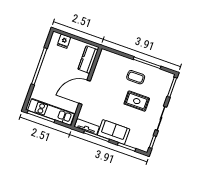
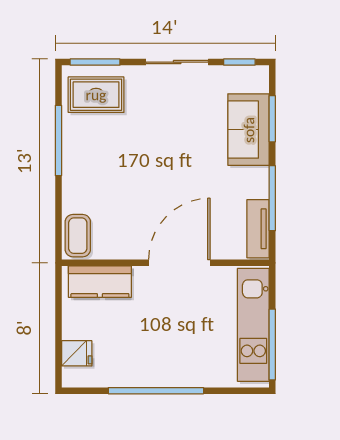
coffee table: (136, 77) -> (78, 236), moved
door: (85, 92) -> (179, 263), swing flipped
rug: (137, 101) -> (96, 95), moved, turned 90
sofa: (114, 132) -> (249, 130), moved

